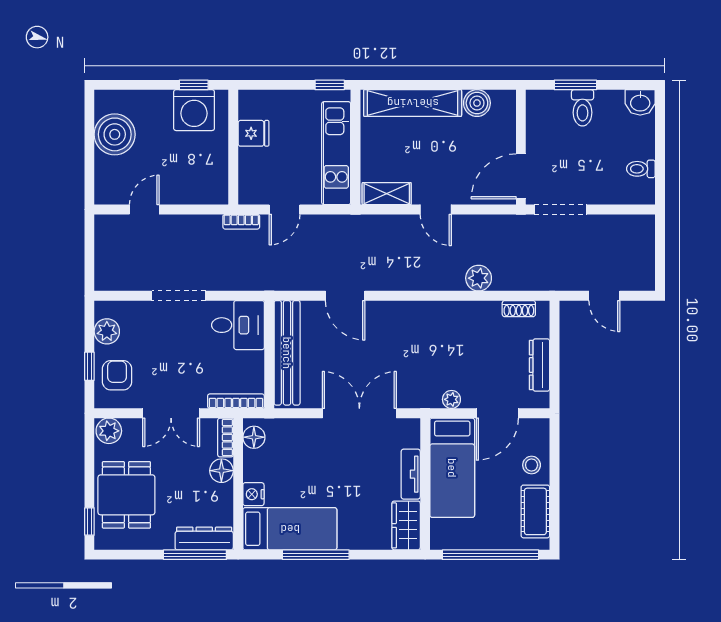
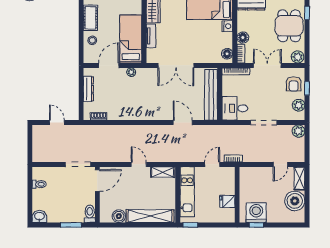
toilet: (583, 108) -> (90, 214), moved
shelving: (105, 181) -> (299, 178), added
plant: (479, 278) -> (298, 131), moved

